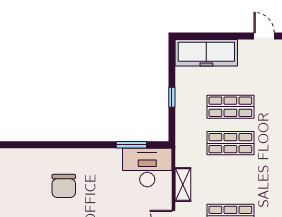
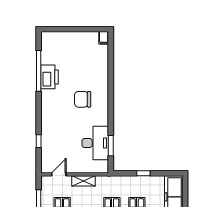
desk: (147, 168) -> (95, 143), moved

